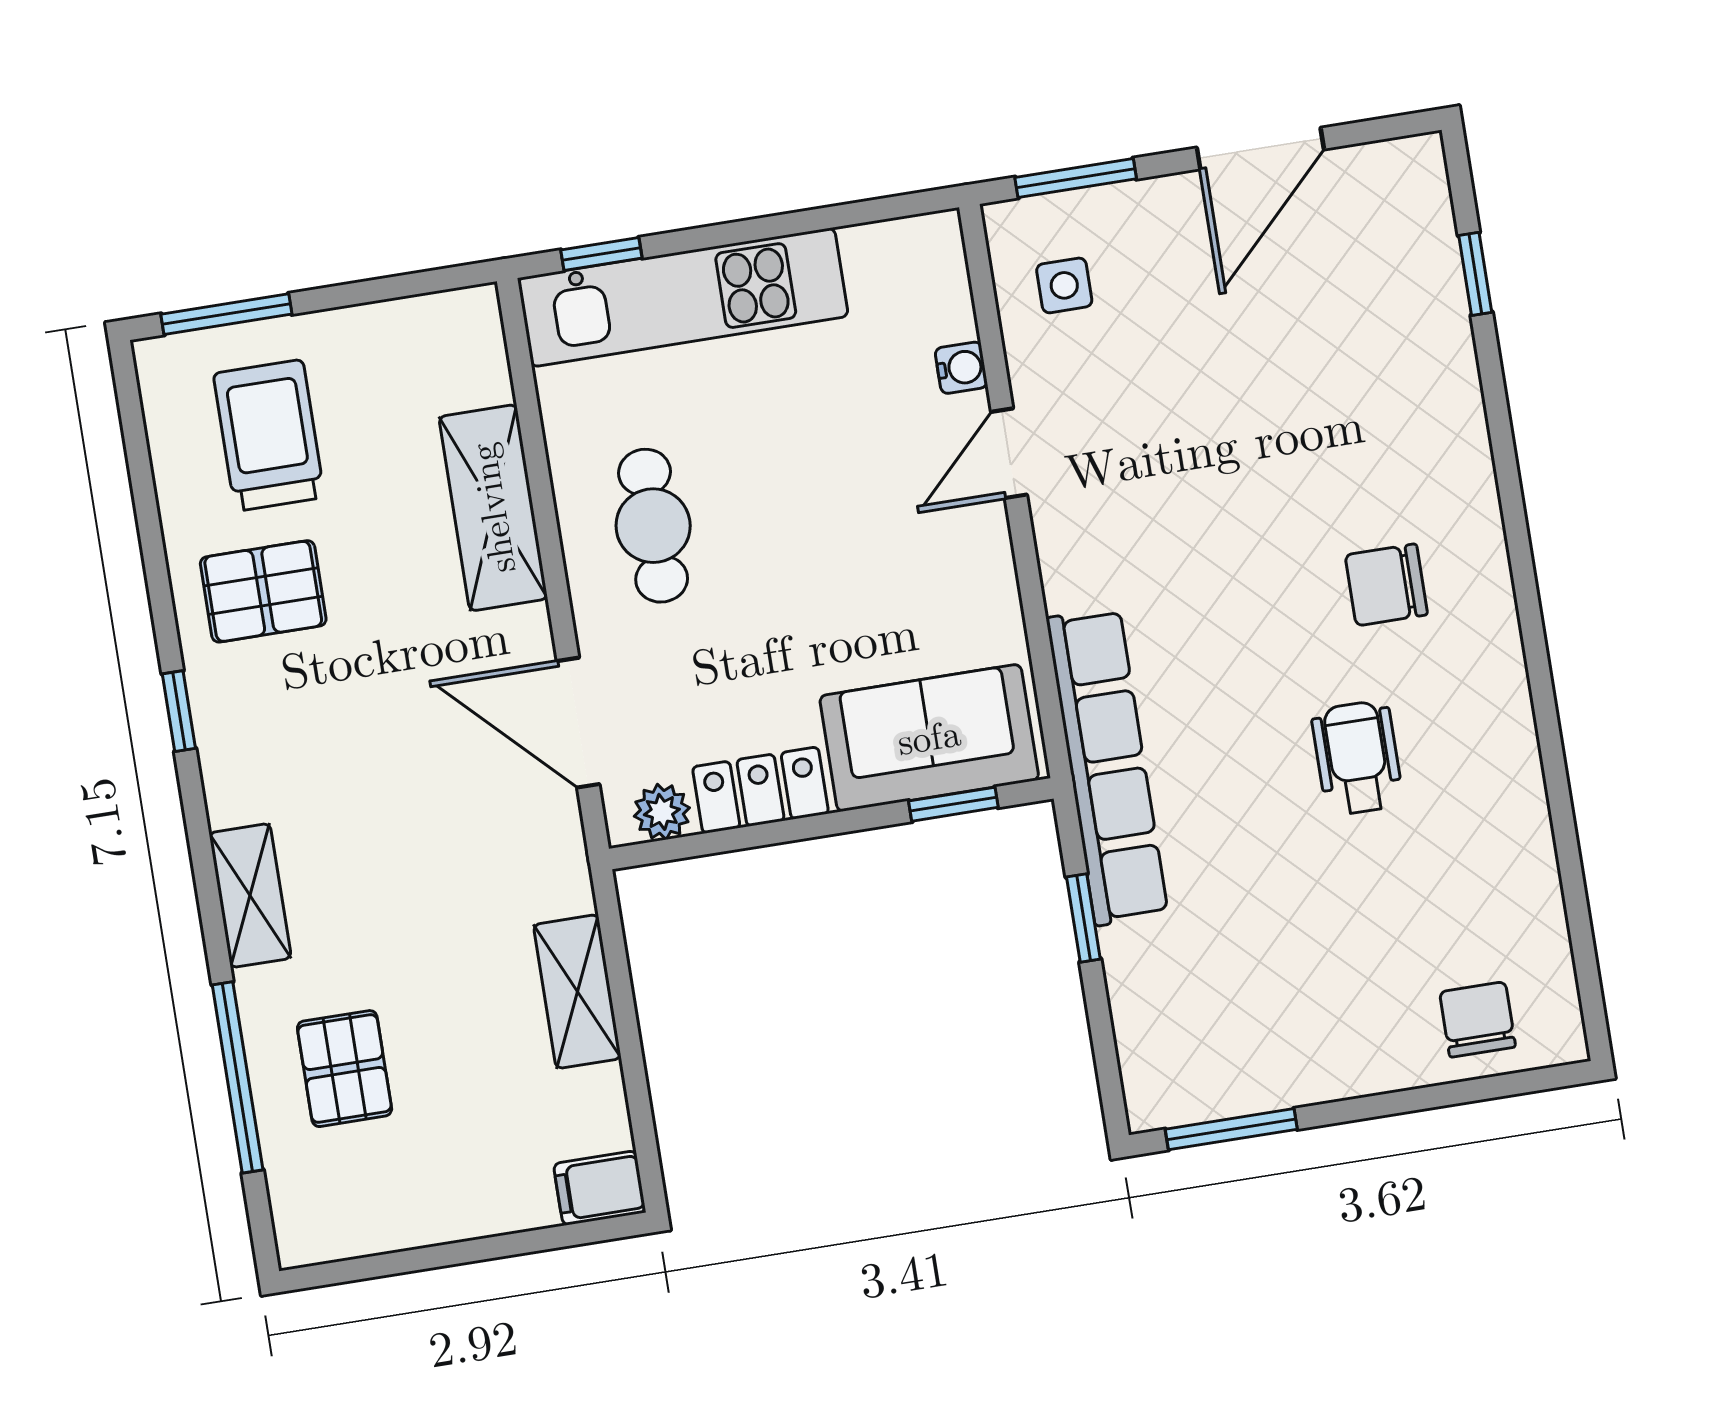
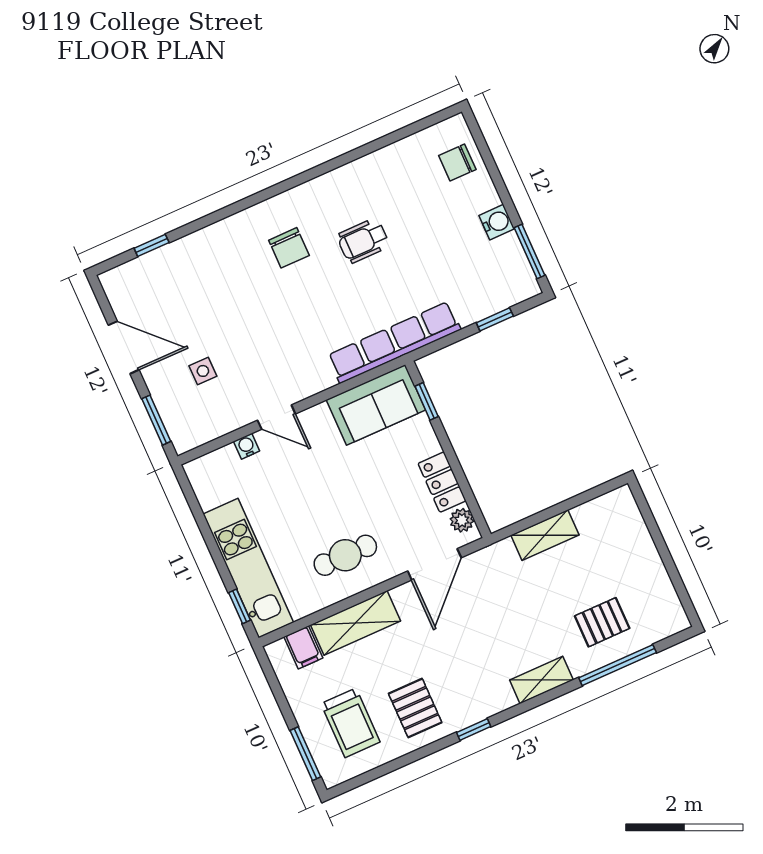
side table: (1064, 285) -> (203, 371), moved
trolley: (269, 435) -> (350, 723), turned -90
sofa: (929, 738) -> (376, 405), moved, turned -90
window: (1083, 918) -> (495, 319), moved
water cooler: (1318, 1073) -> (497, 222), added
filing cabinet: (600, 1188) -> (303, 647), moved

